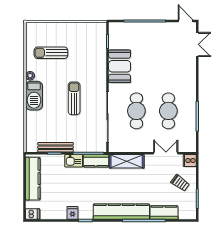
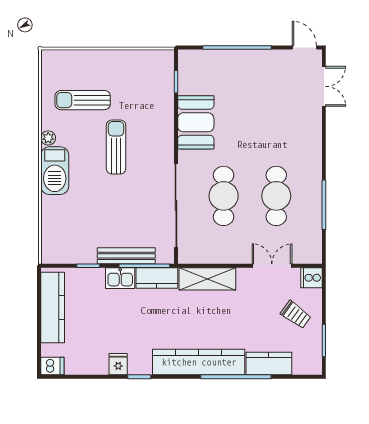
sun lounger: (74, 98) -> (116, 147), moved
bench: (55, 147) -> (126, 256), moved

